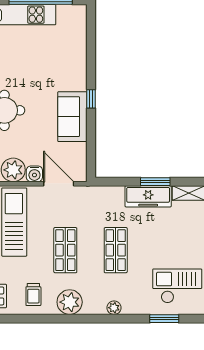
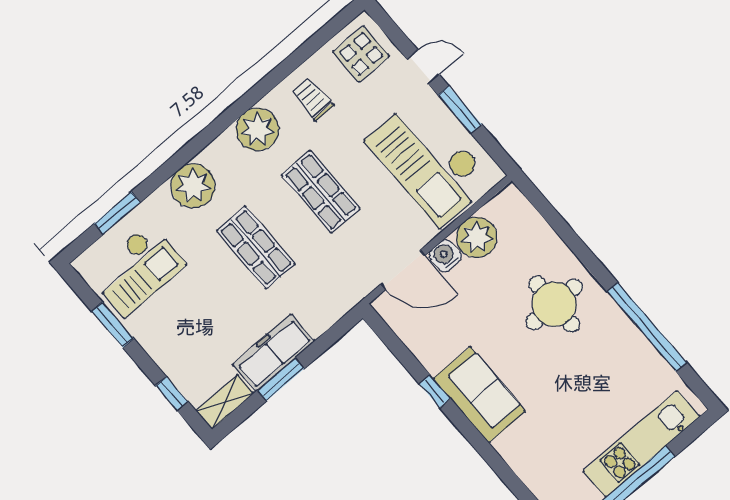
window: (91, 99) -> (435, 391), moved
sofa: (72, 117) -> (479, 395), moved
plant: (114, 308) -> (193, 186), width x1.88, depth x1.88

